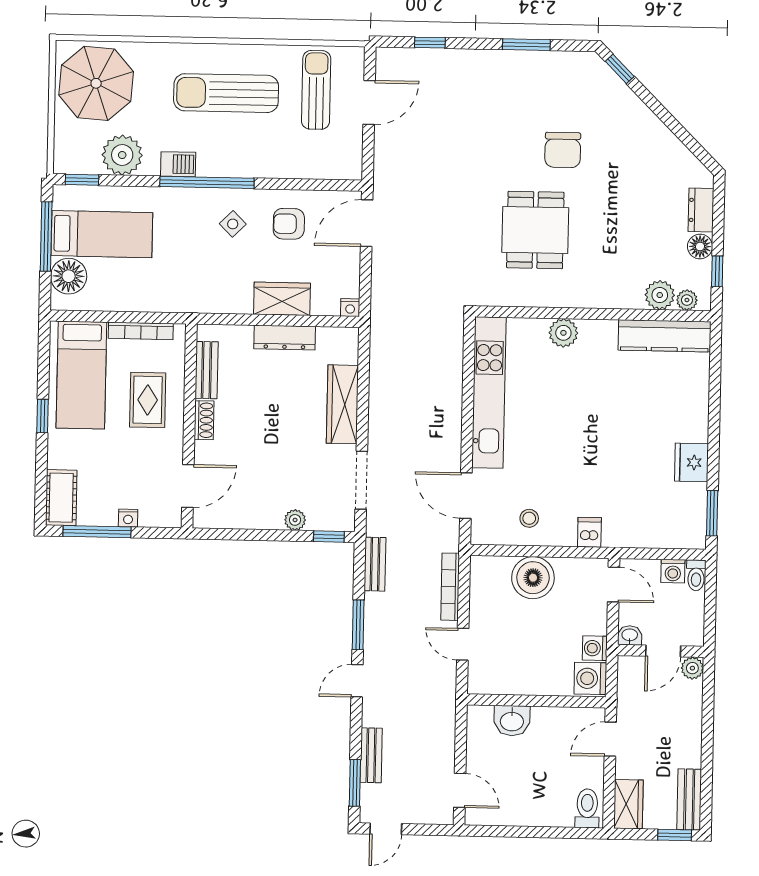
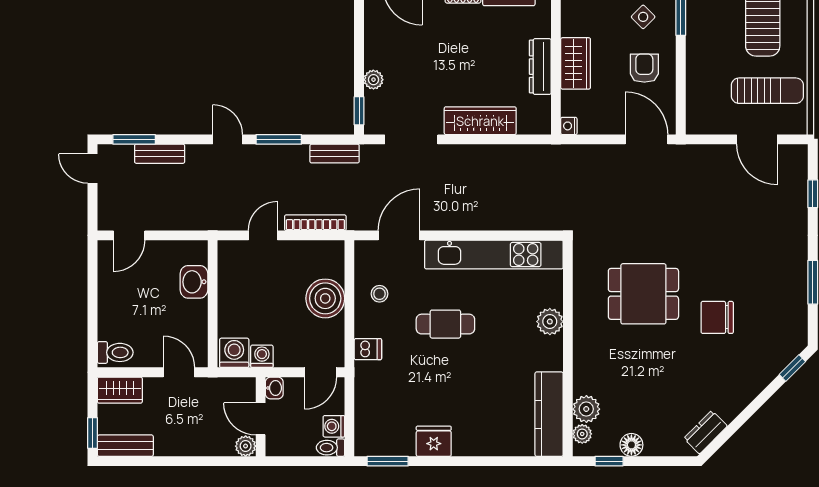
dresser: (701, 210) -> (706, 432), moved, turned -45
cafe table: (564, 447) -> (445, 324), added

